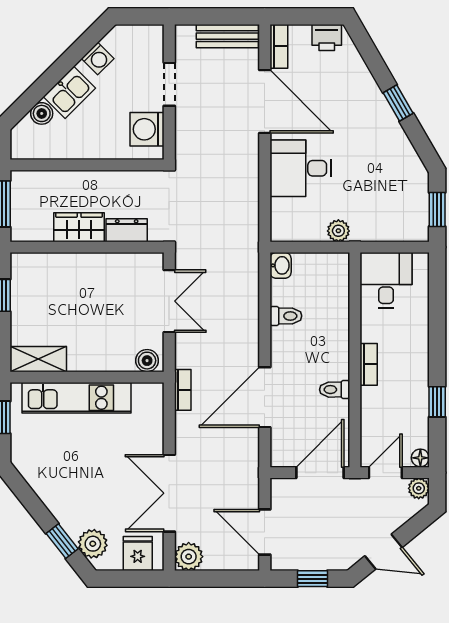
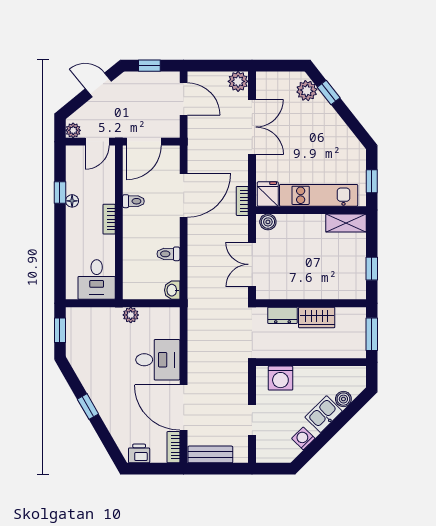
washing machine: (147, 129) -> (280, 378), moved, turned 90
floor lamp: (420, 458) -> (72, 201), moved
fridge: (138, 554) -> (268, 194), moved, turned 180

